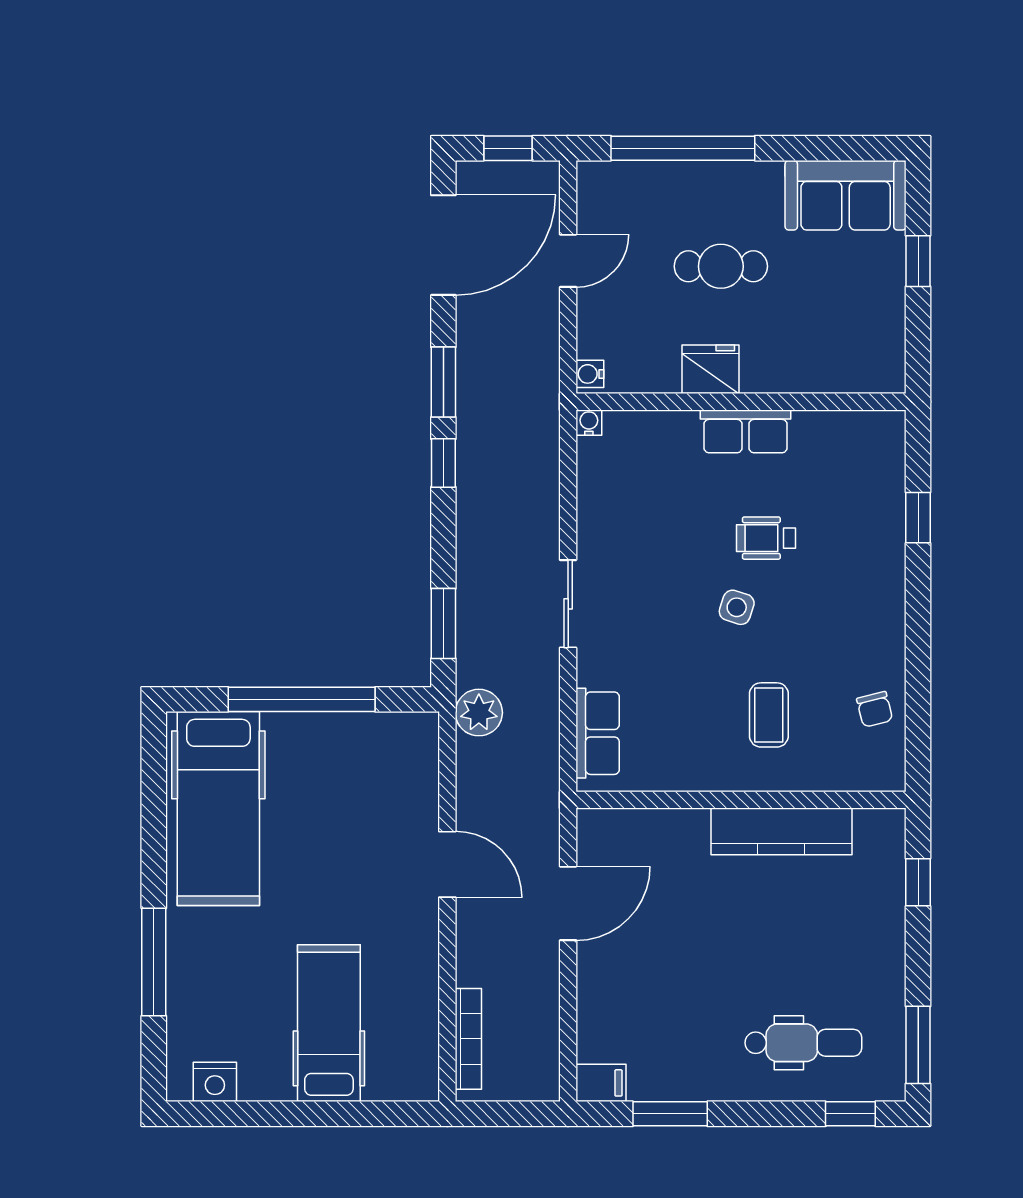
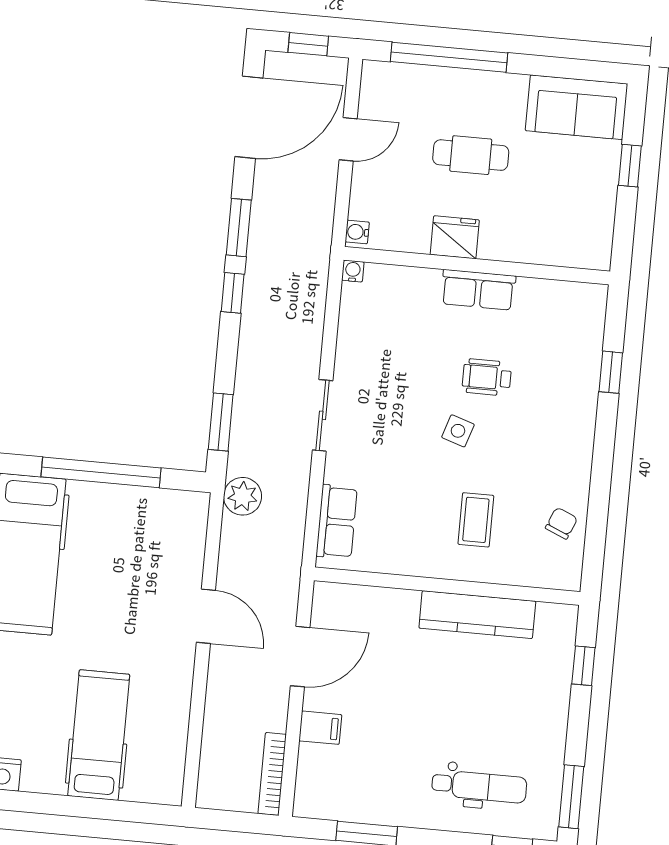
chair: (875, 709) -> (561, 523), turned -143
bookcase: (468, 1039) -> (272, 774), moved, turned 180
filing cabinet: (601, 1083) -> (320, 728), moved

